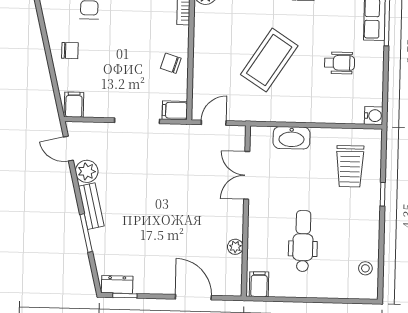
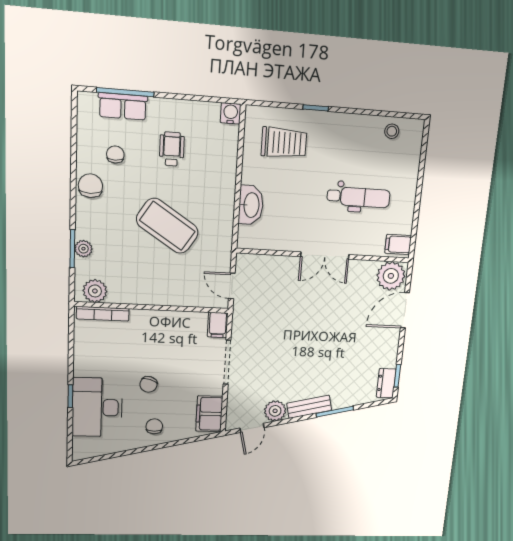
chair: (332, 12) -> (115, 155), added
chair: (171, 63) -> (149, 384), moved
filing cabinet: (74, 105) -> (209, 414), width x2.00
double door: (247, 175) -> (325, 256), moved
dental chair: (303, 241) -> (359, 197), turned 180
plant: (235, 247) -> (391, 276), moved, width x1.88, depth x1.88

